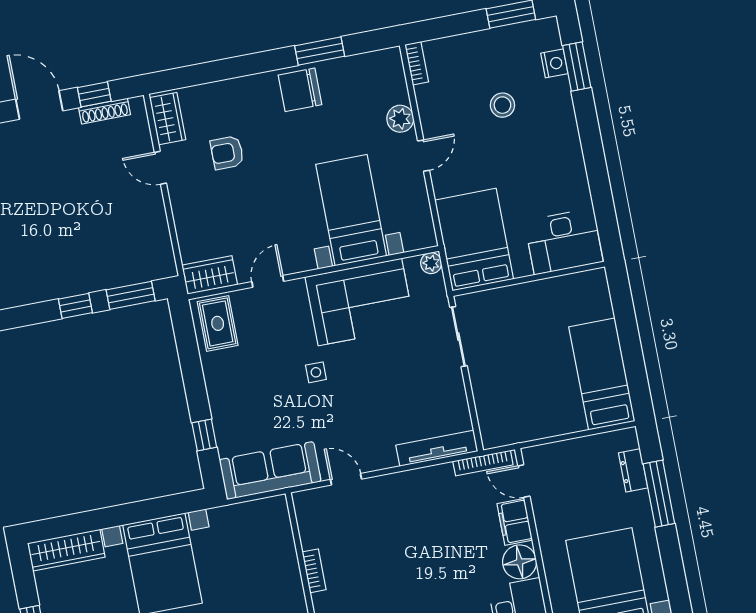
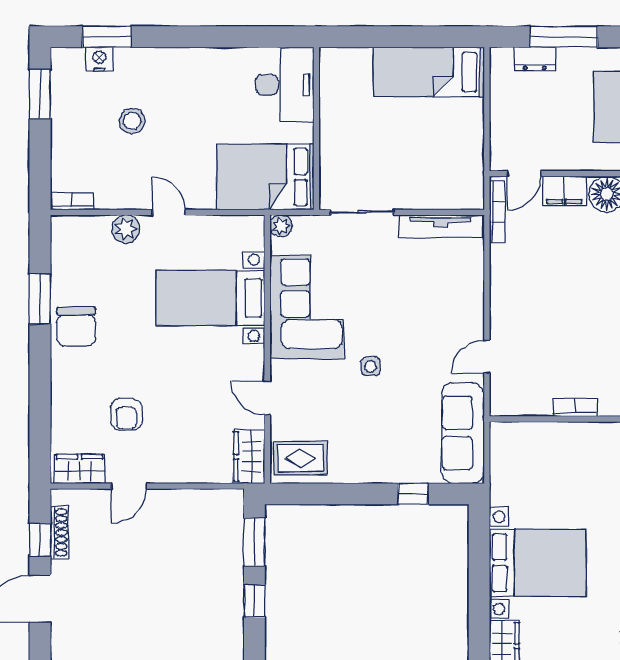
tv unit: (437, 448) -> (441, 226), moved, turned -90

